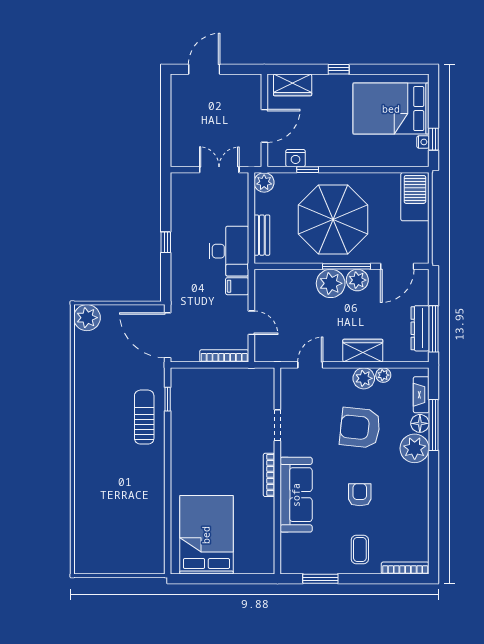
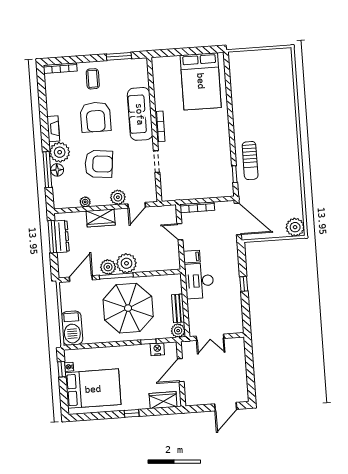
bench: (262, 235) -> (178, 308), moved
plant: (364, 378) -> (118, 197), moved
fireplace: (421, 395) -> (53, 129), moved
armchair: (360, 495) -> (96, 117), width x1.88, depth x1.88

